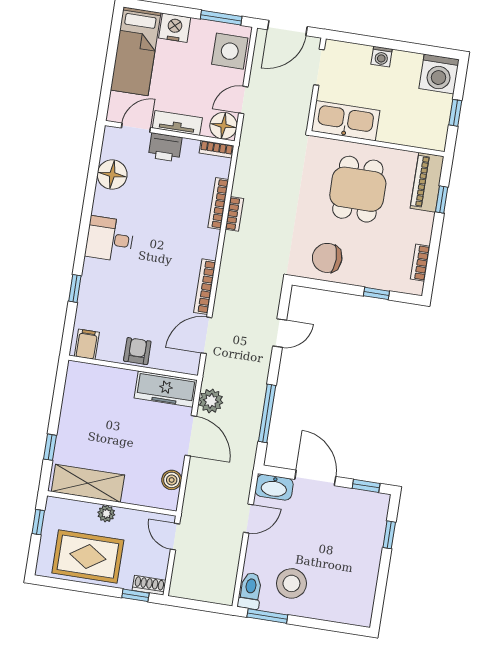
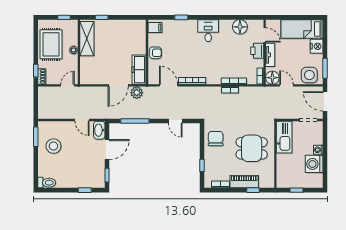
washing machine: (439, 74) -> (314, 164), moved
piano: (427, 182) -> (244, 182), moved
boiler: (172, 480) -> (95, 79), removed
toilet: (250, 591) -> (47, 183), moved

